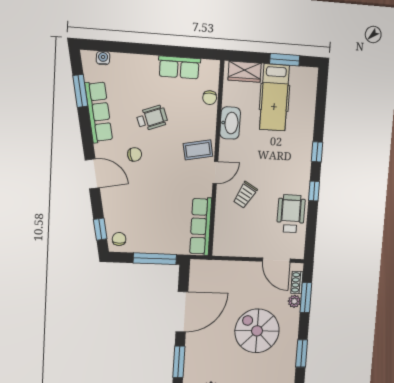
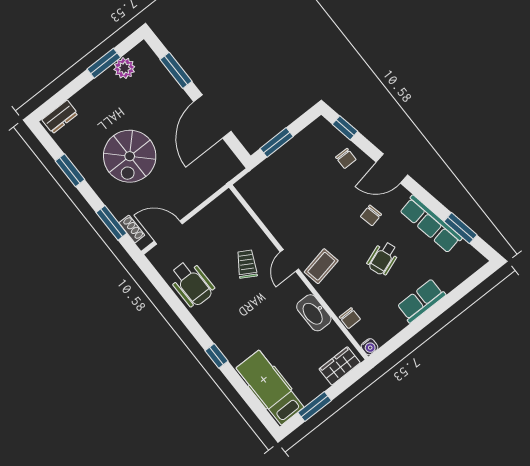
water cooler: (103, 58) -> (369, 347), moved
row of seats: (179, 67) -> (421, 301), moved
hospital bed: (275, 97) -> (270, 388), moved
chair: (210, 98) -> (350, 318), turned 180
window: (314, 191) -> (189, 321), removed
row of seats: (201, 226) -> (261, 204), removed
chair: (119, 239) -> (346, 158), moved
window: (155, 259) -> (277, 142), width x0.69
plant: (294, 301) -> (119, 211), removed
spiral stairs: (257, 331) -> (130, 156), turned 90

